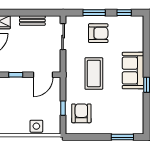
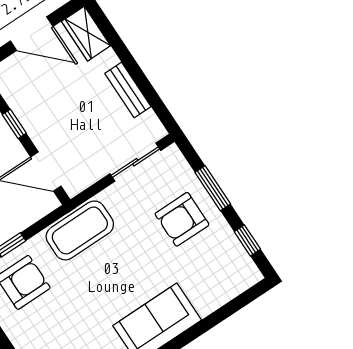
armchair: (98, 33) -> (182, 219), turned 90
coffee table: (94, 74) -> (80, 230), moved

